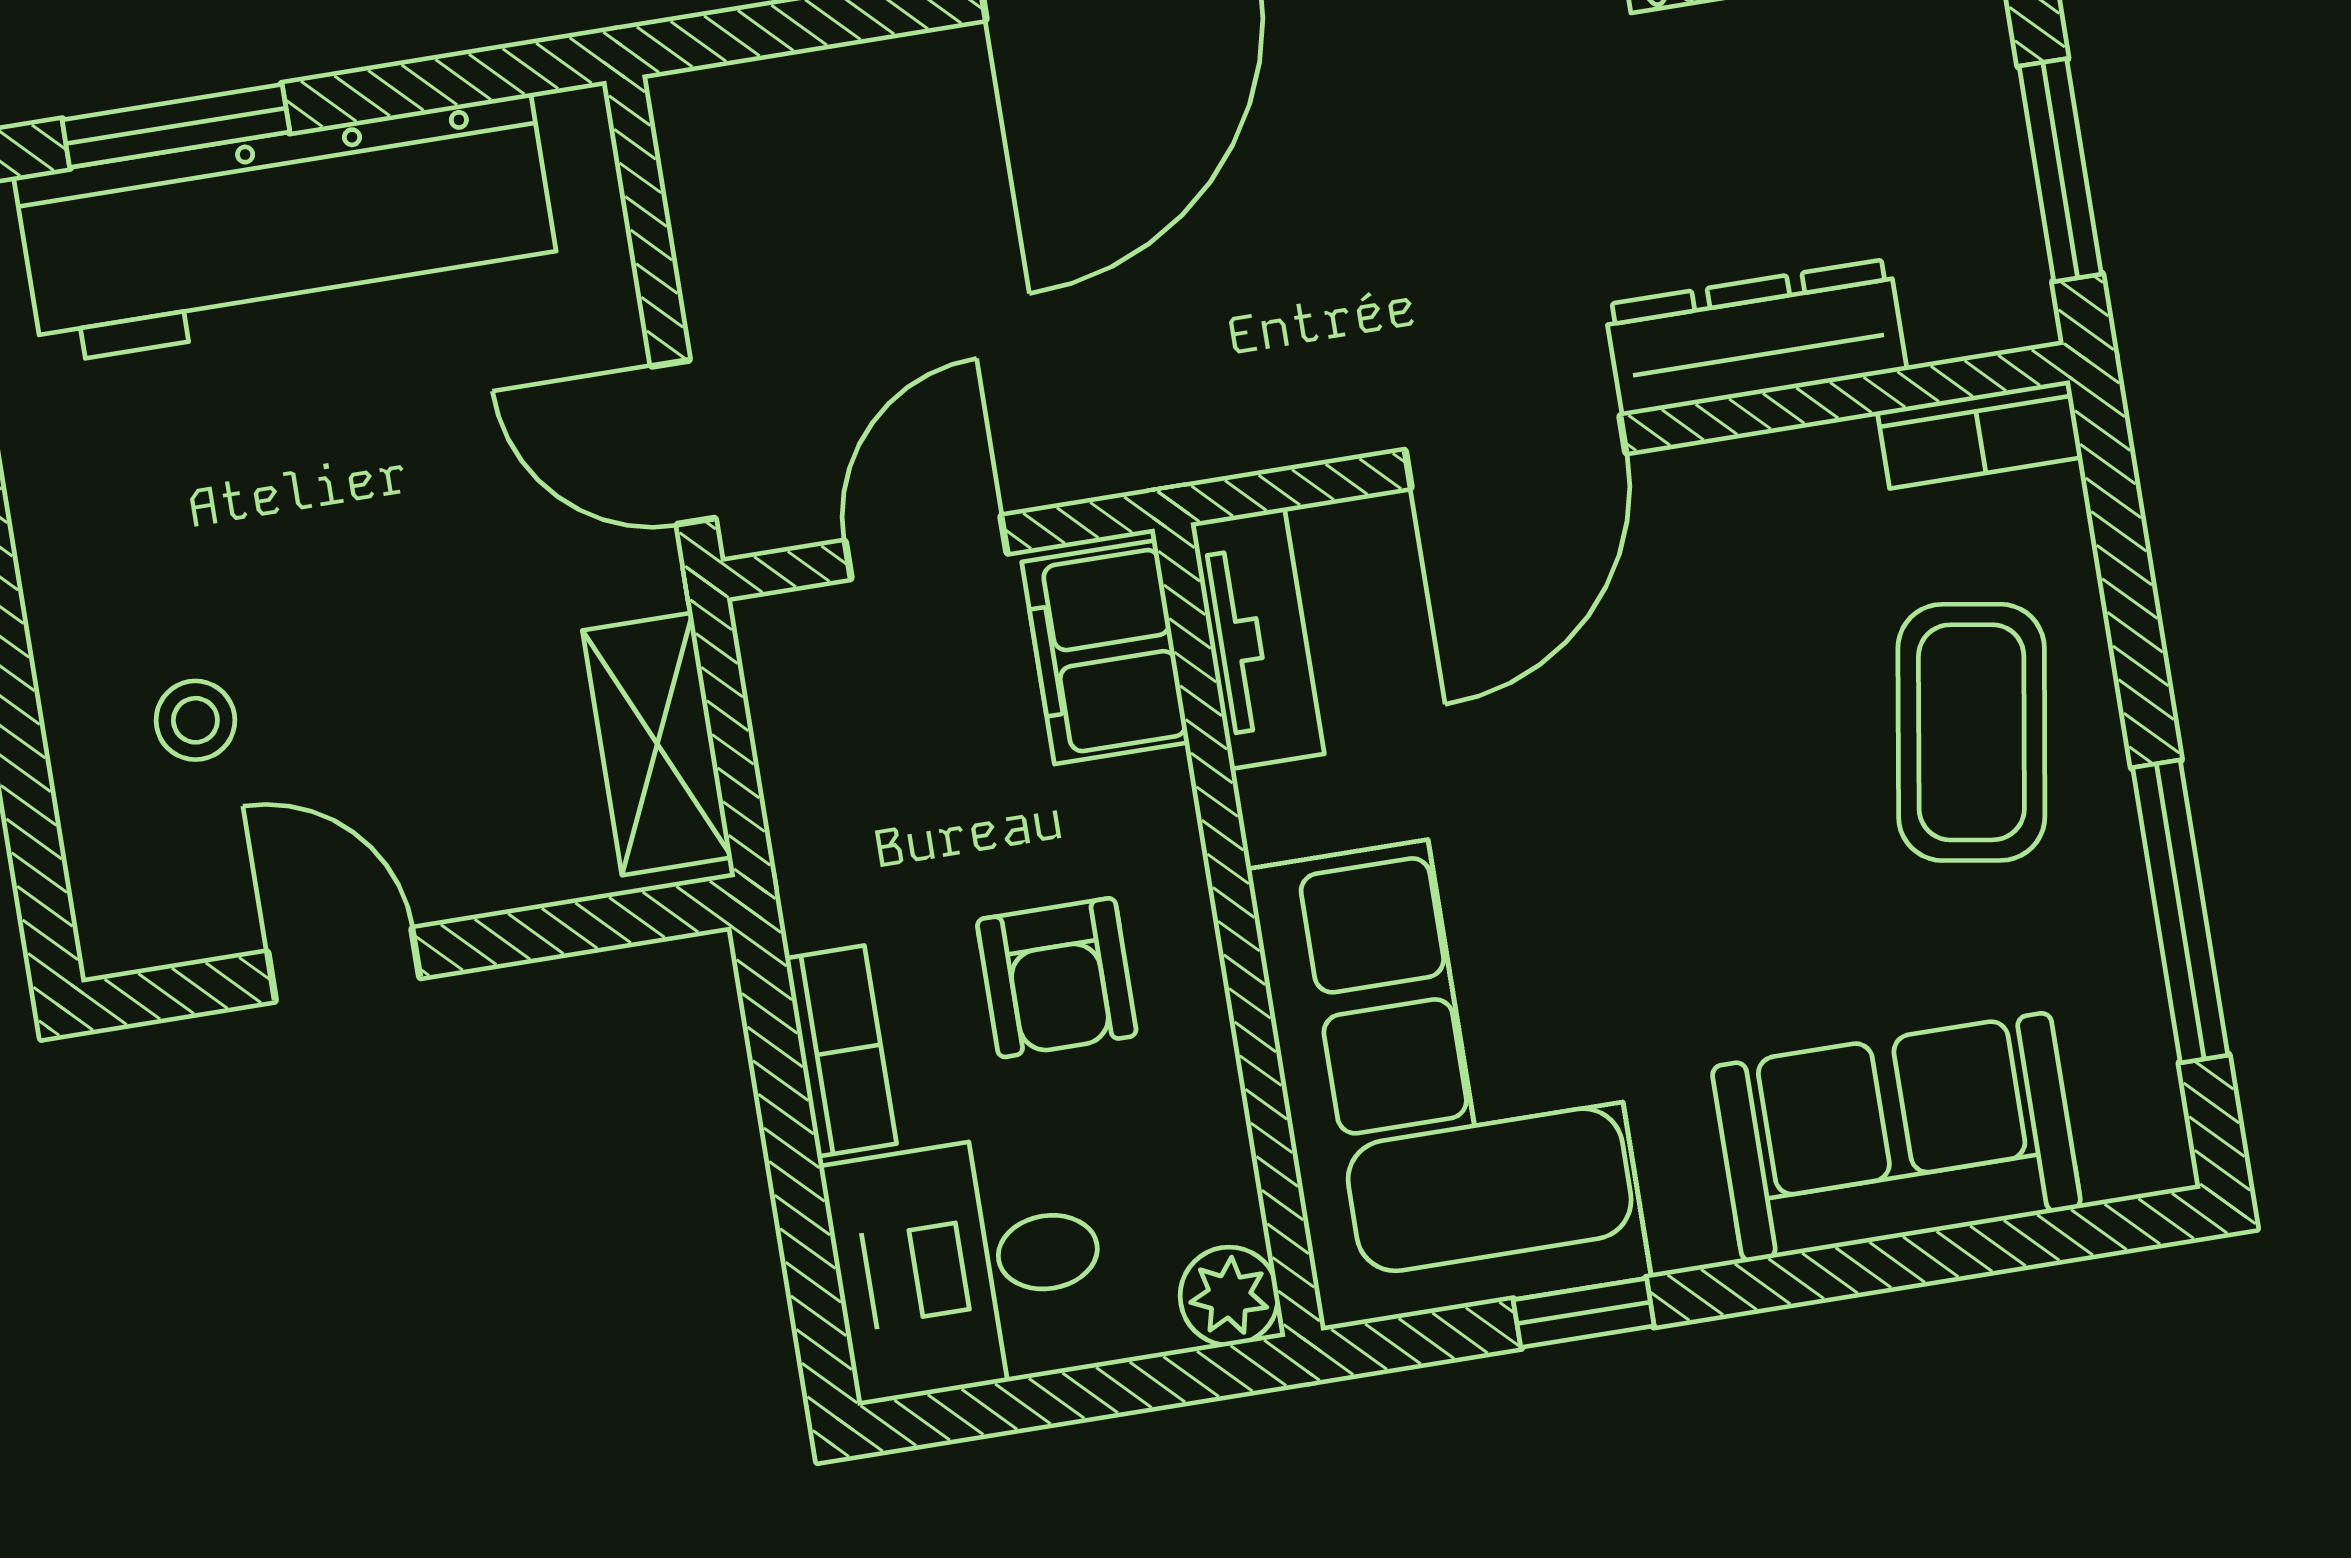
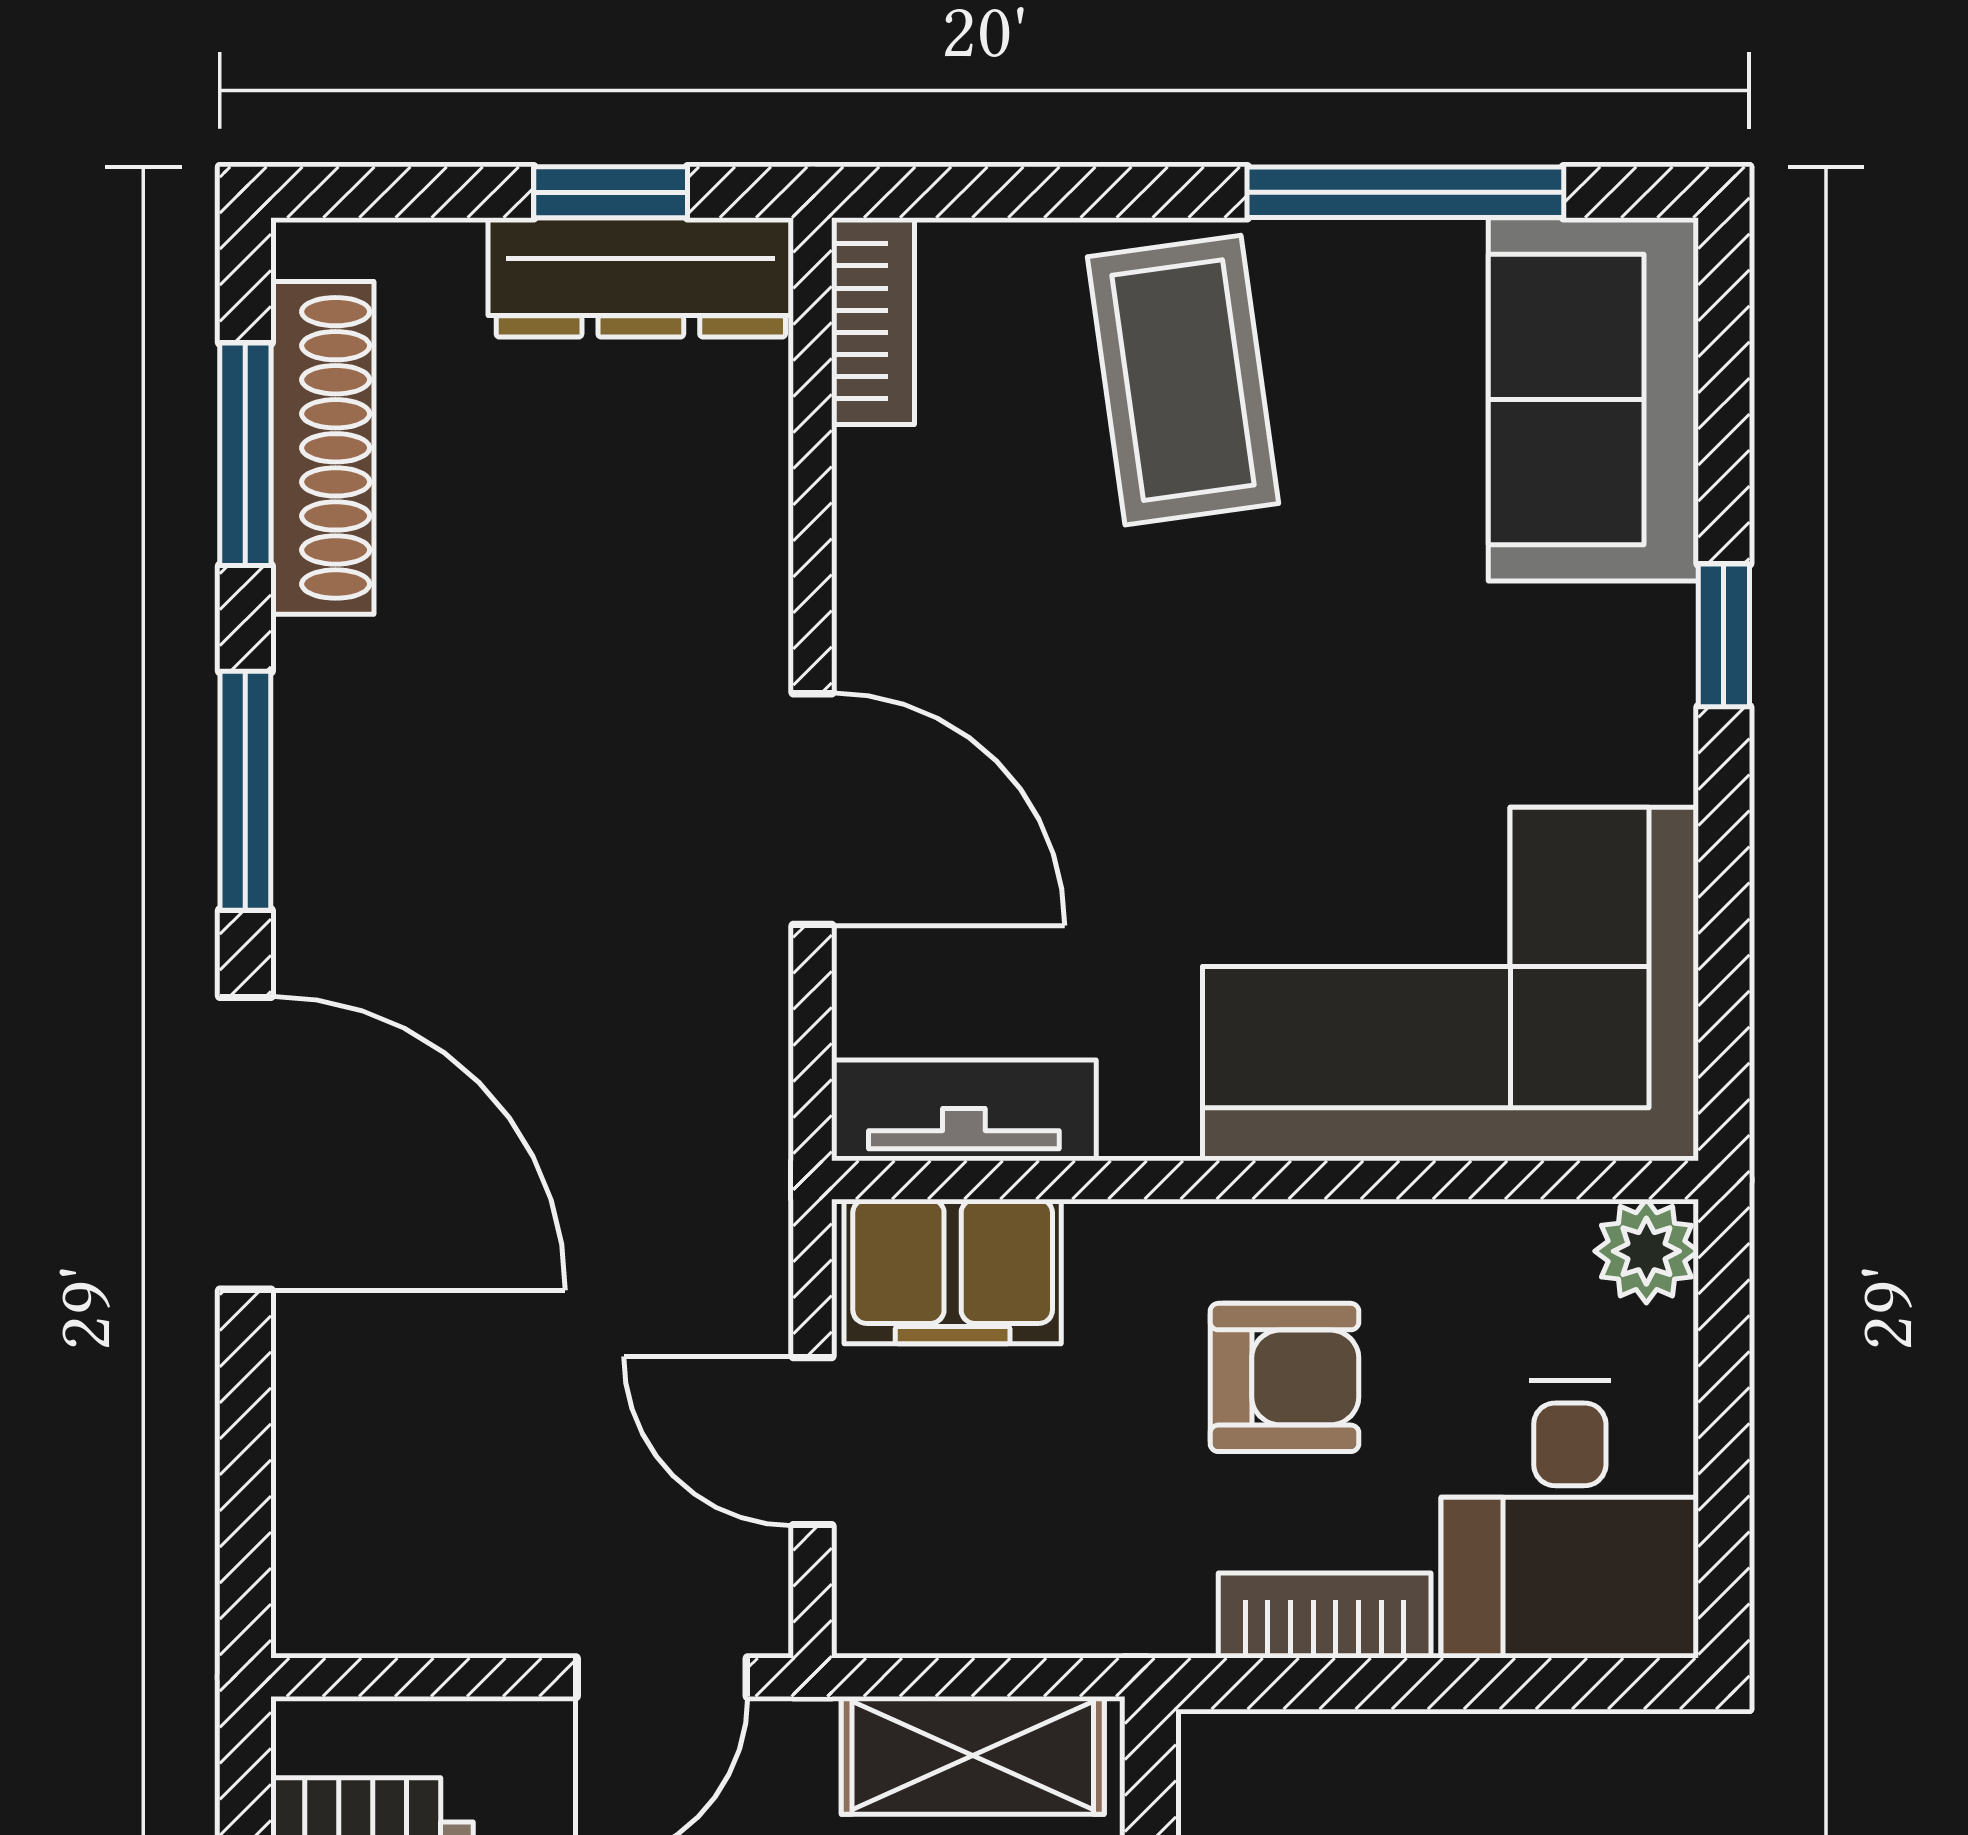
window: (2060, 170) -> (611, 192), width x0.67
dresser: (1756, 337) -> (641, 277), moved, turned -90
coffee table: (1971, 732) -> (1183, 380), turned 73
sofa: (1896, 1137) -> (1593, 399), moved
window: (1584, 1313) -> (1724, 635), moved

